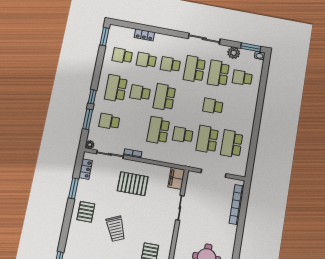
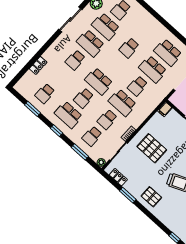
window: (105, 37) -> (33, 109), moved
school desk: (146, 60) -> (107, 119), moved
window: (92, 97) -> (57, 131), moved
filing cabinet: (176, 178) -> (165, 109), width x0.50
pallet: (133, 184) -> (152, 148), turned 90

